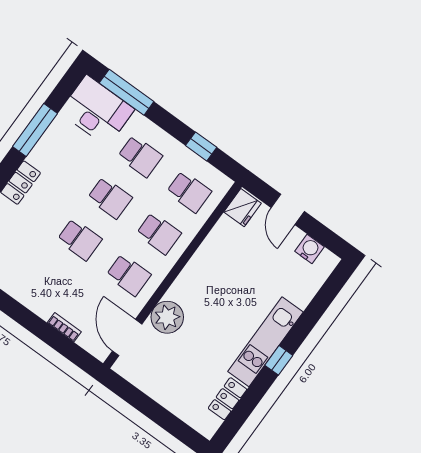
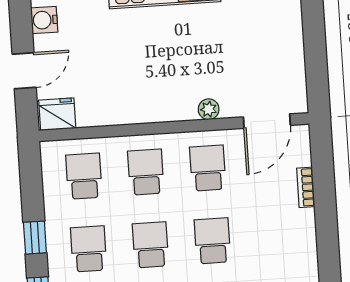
window: (201, 146) -> (35, 238), moved
plant: (167, 317) -> (209, 109), width x0.53, depth x0.53

